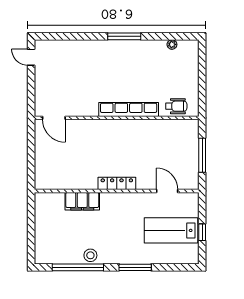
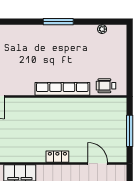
wheelchair: (176, 106) -> (106, 86), turned 180
locker: (117, 183) -> (57, 157), width x0.66

